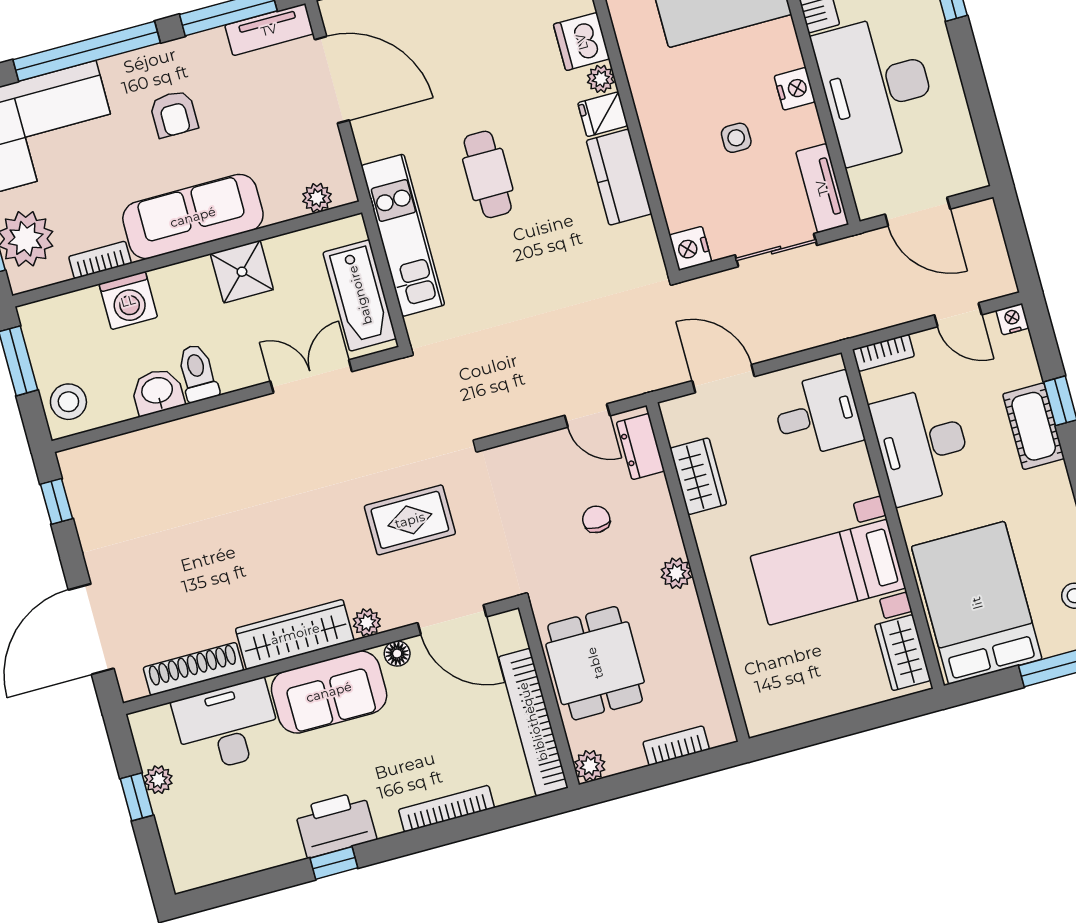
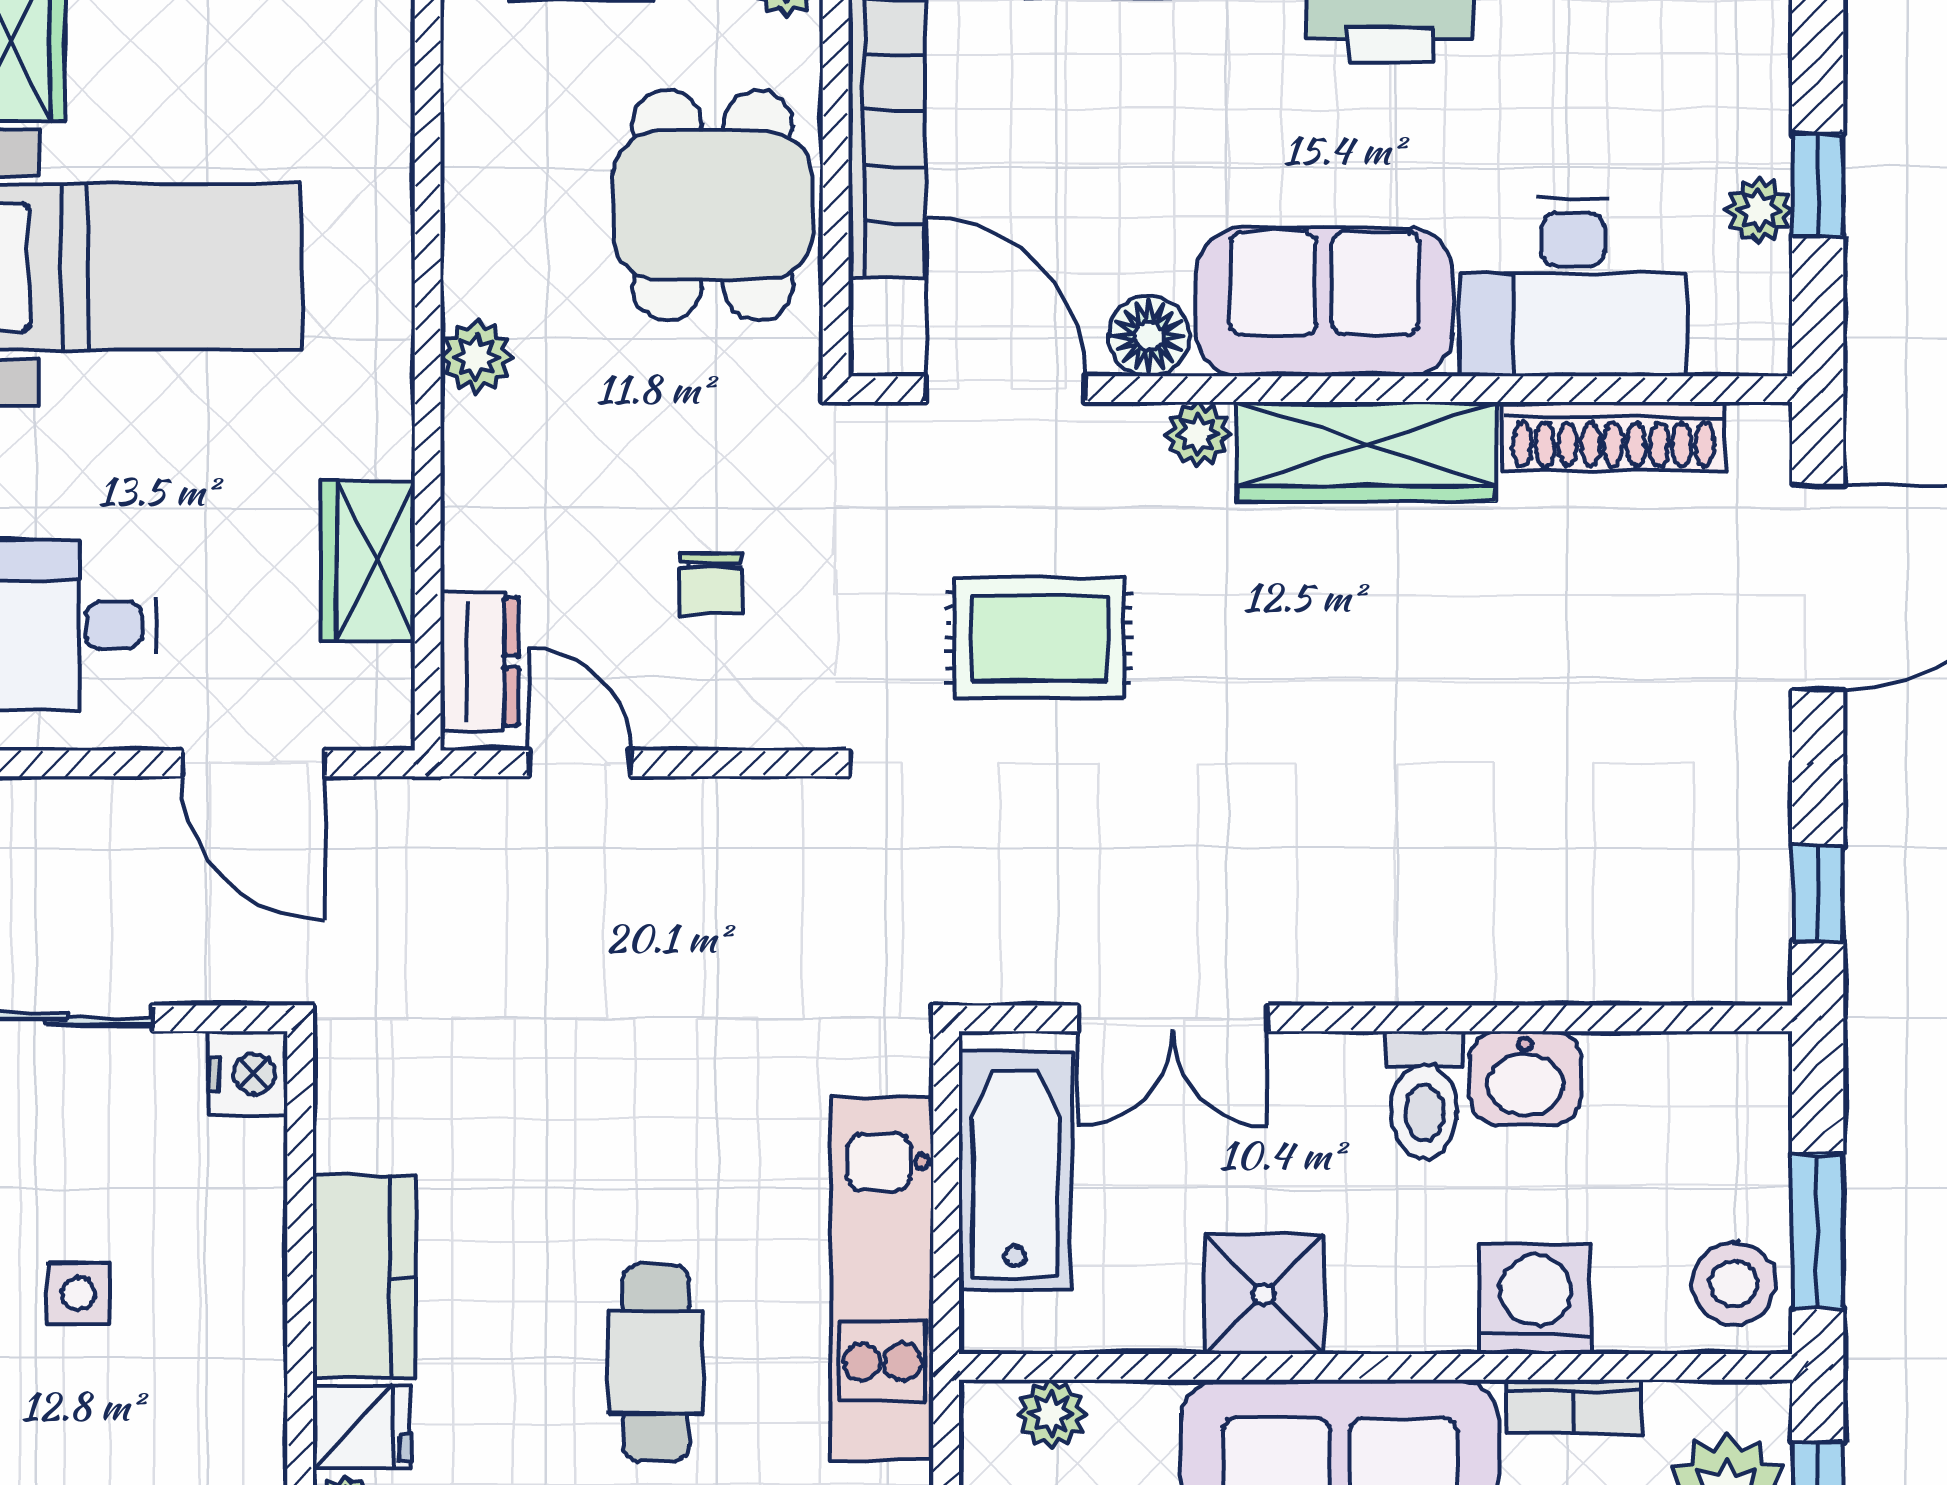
stool: (68, 402) -> (1734, 1284), moved
chair: (596, 519) -> (710, 584), moved
floor lamp: (397, 654) -> (1149, 336), width x1.37, depth x1.37

